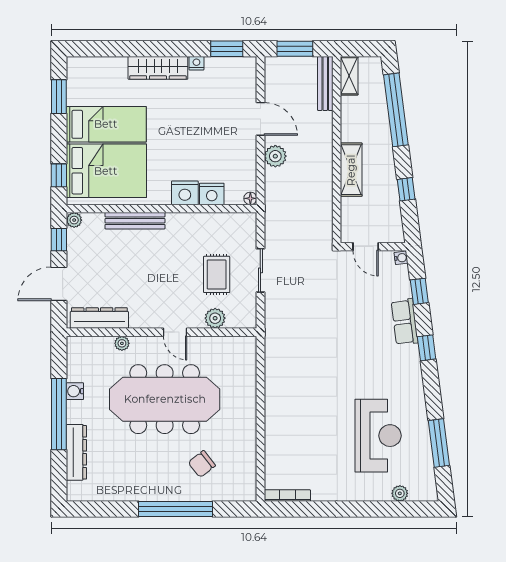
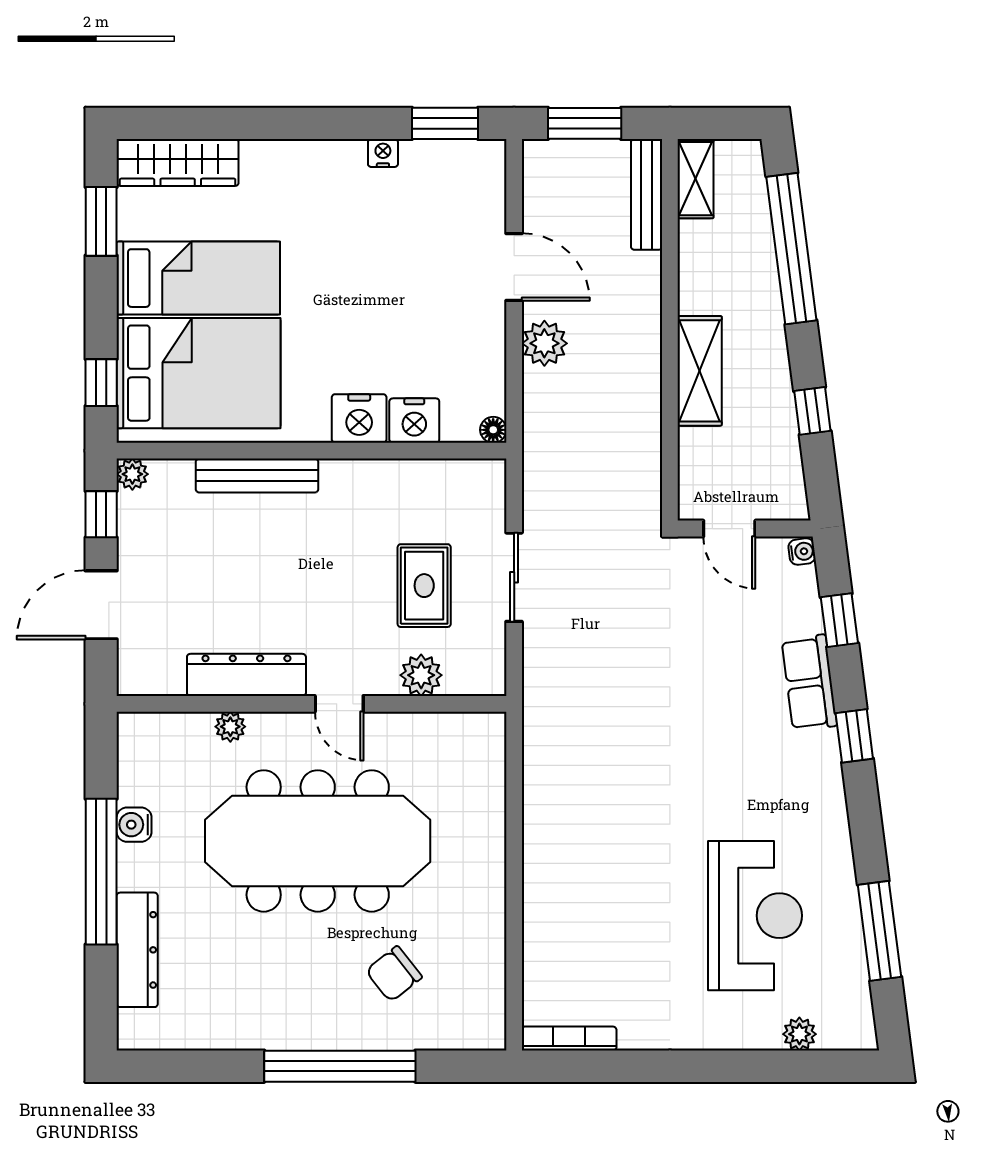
wardrobe: (158, 68) -> (178, 162), moved
dresser: (99, 318) -> (246, 675), moved

